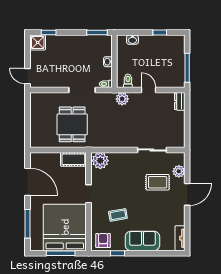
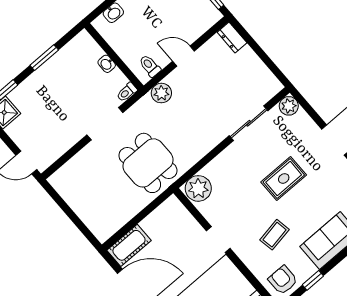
window: (97, 33) -> (44, 58), moved
dining table: (72, 124) -> (148, 163), moved
cot: (73, 159) -> (129, 245), moved
plant: (179, 171) -> (289, 106), moved
rug: (158, 182) -> (284, 179), moved

